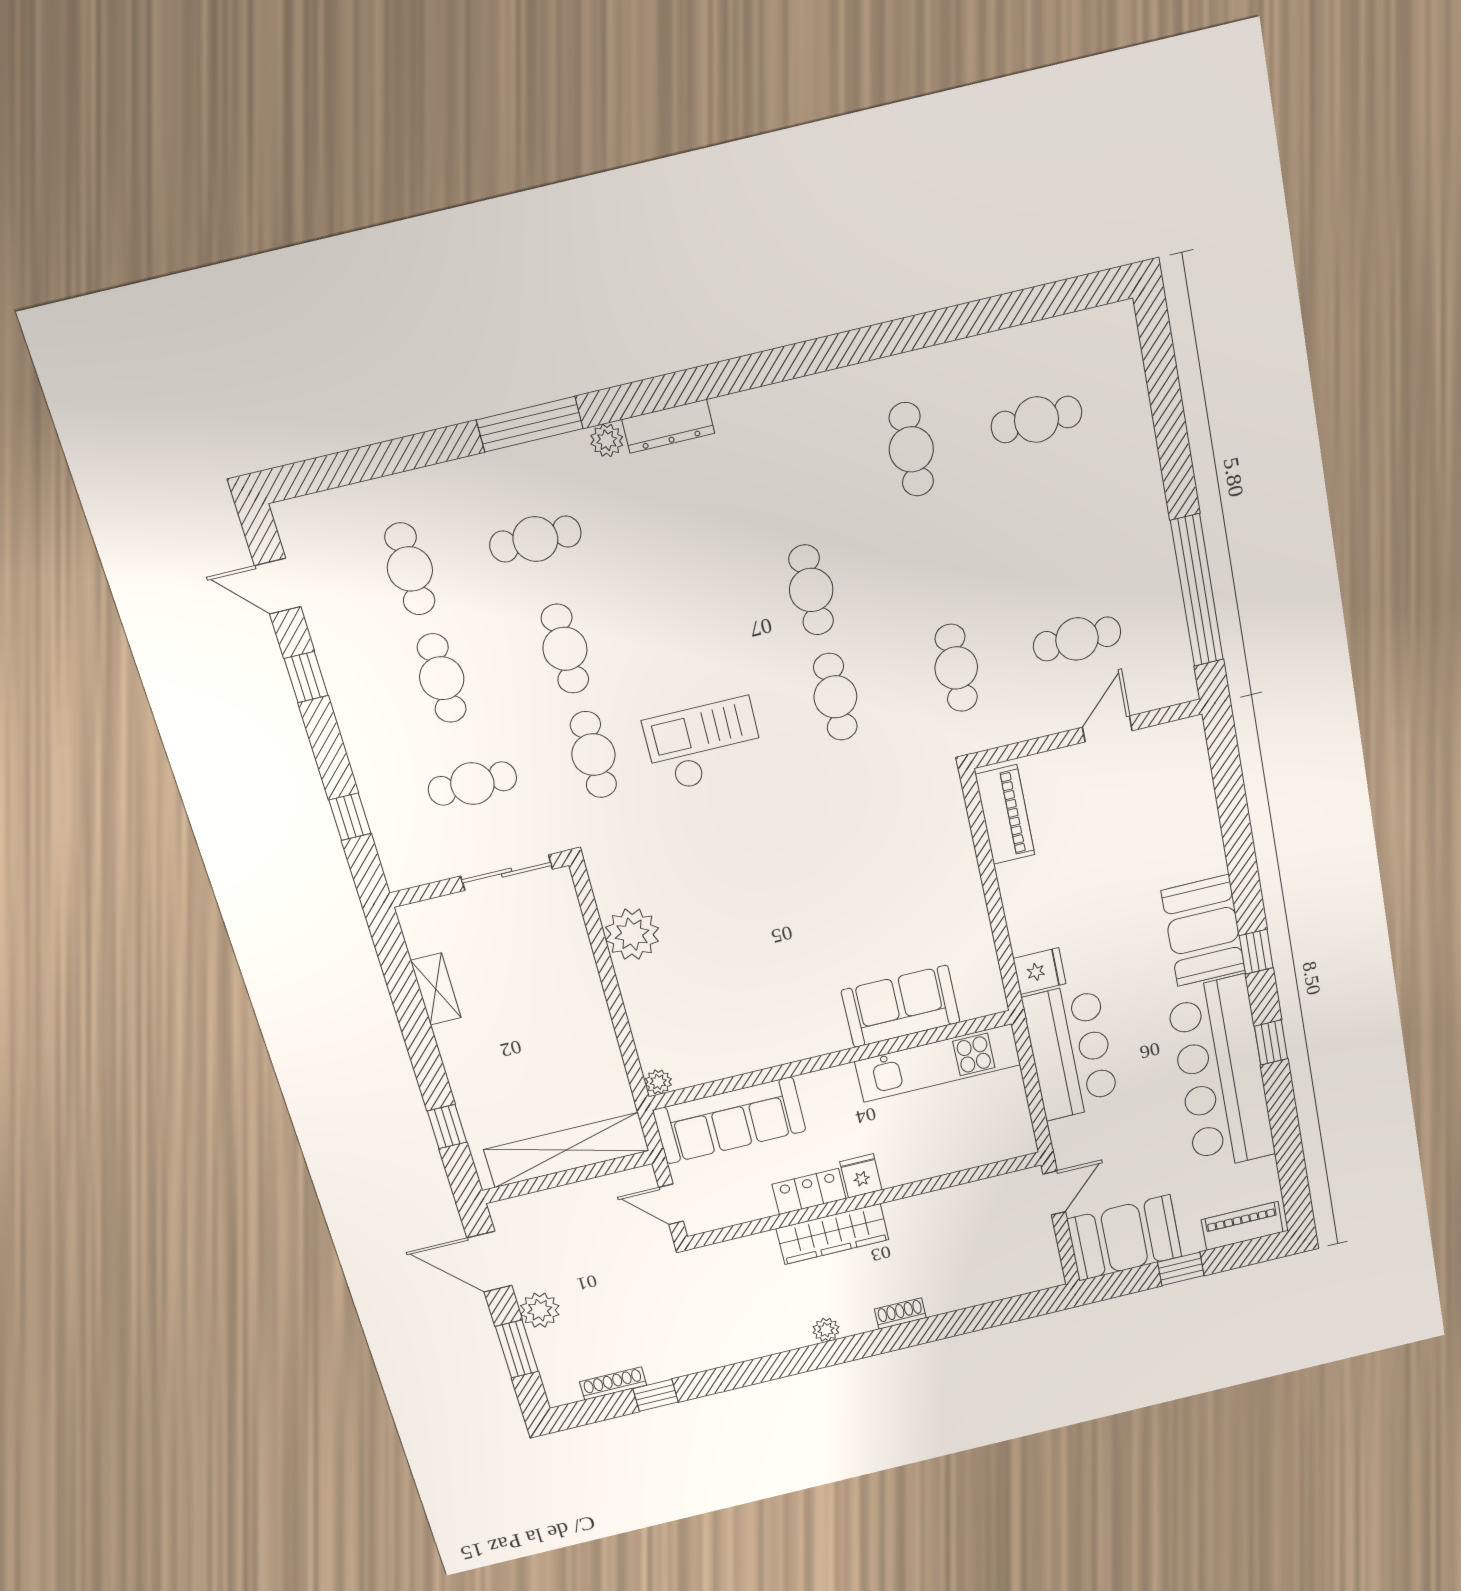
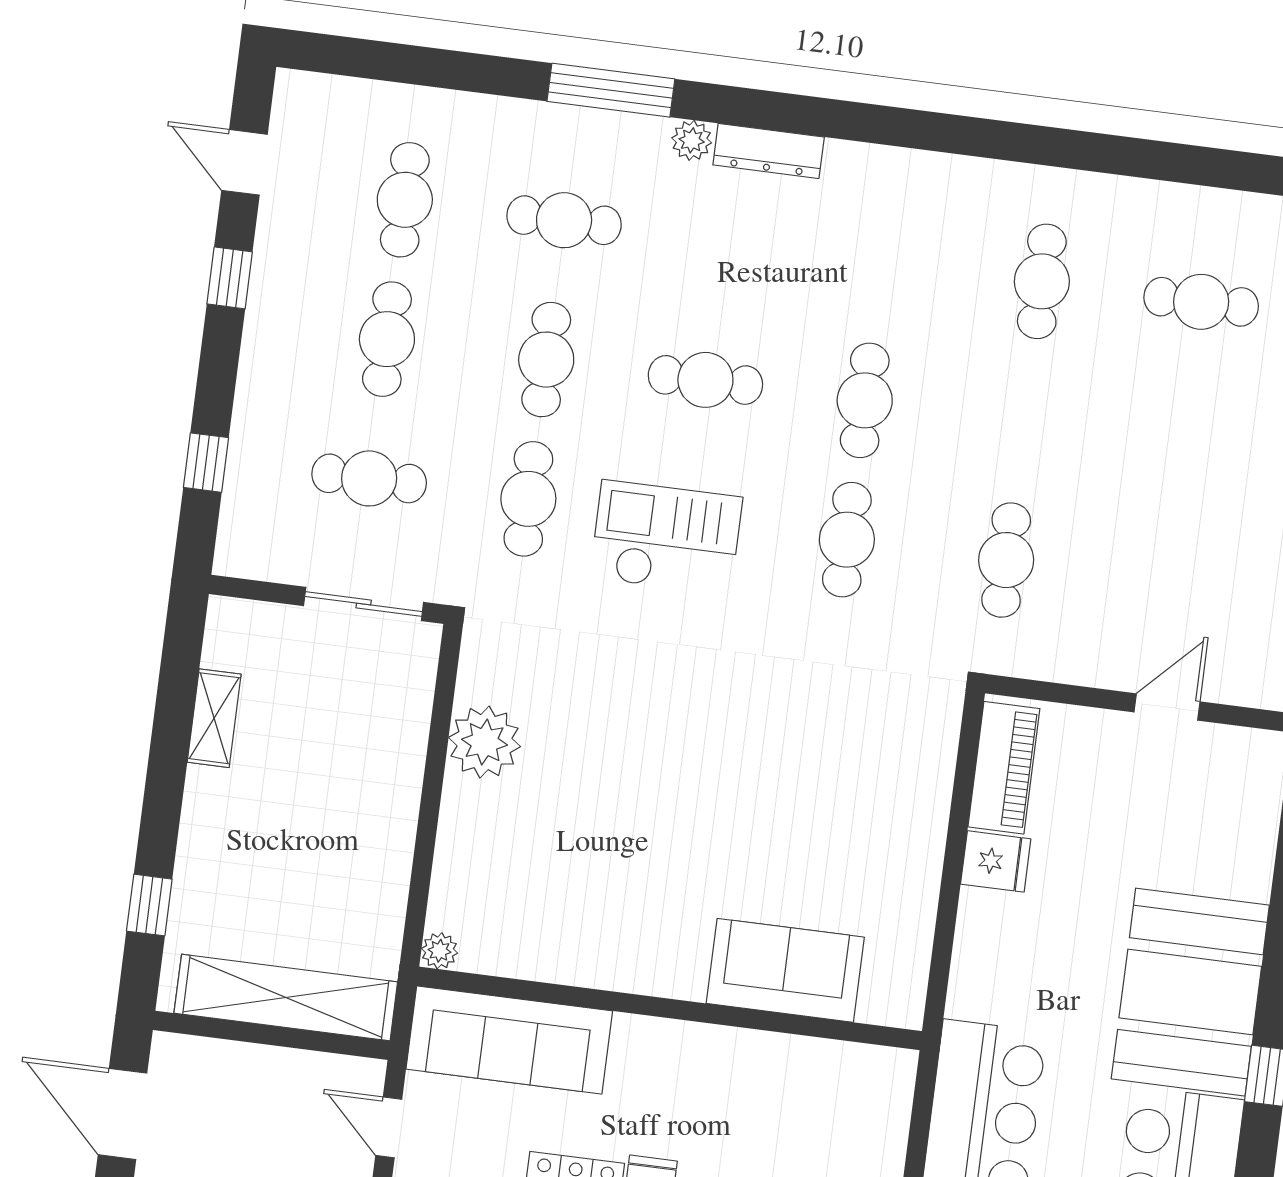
cafe table: (1077, 639) -> (705, 380), moved
booth: (1203, 931) -> (1190, 992), width x1.36, depth x1.42
fridge: (1039, 971) -> (996, 861), moved
kitchen unit: (938, 1063) -> (805, 1067), removed

